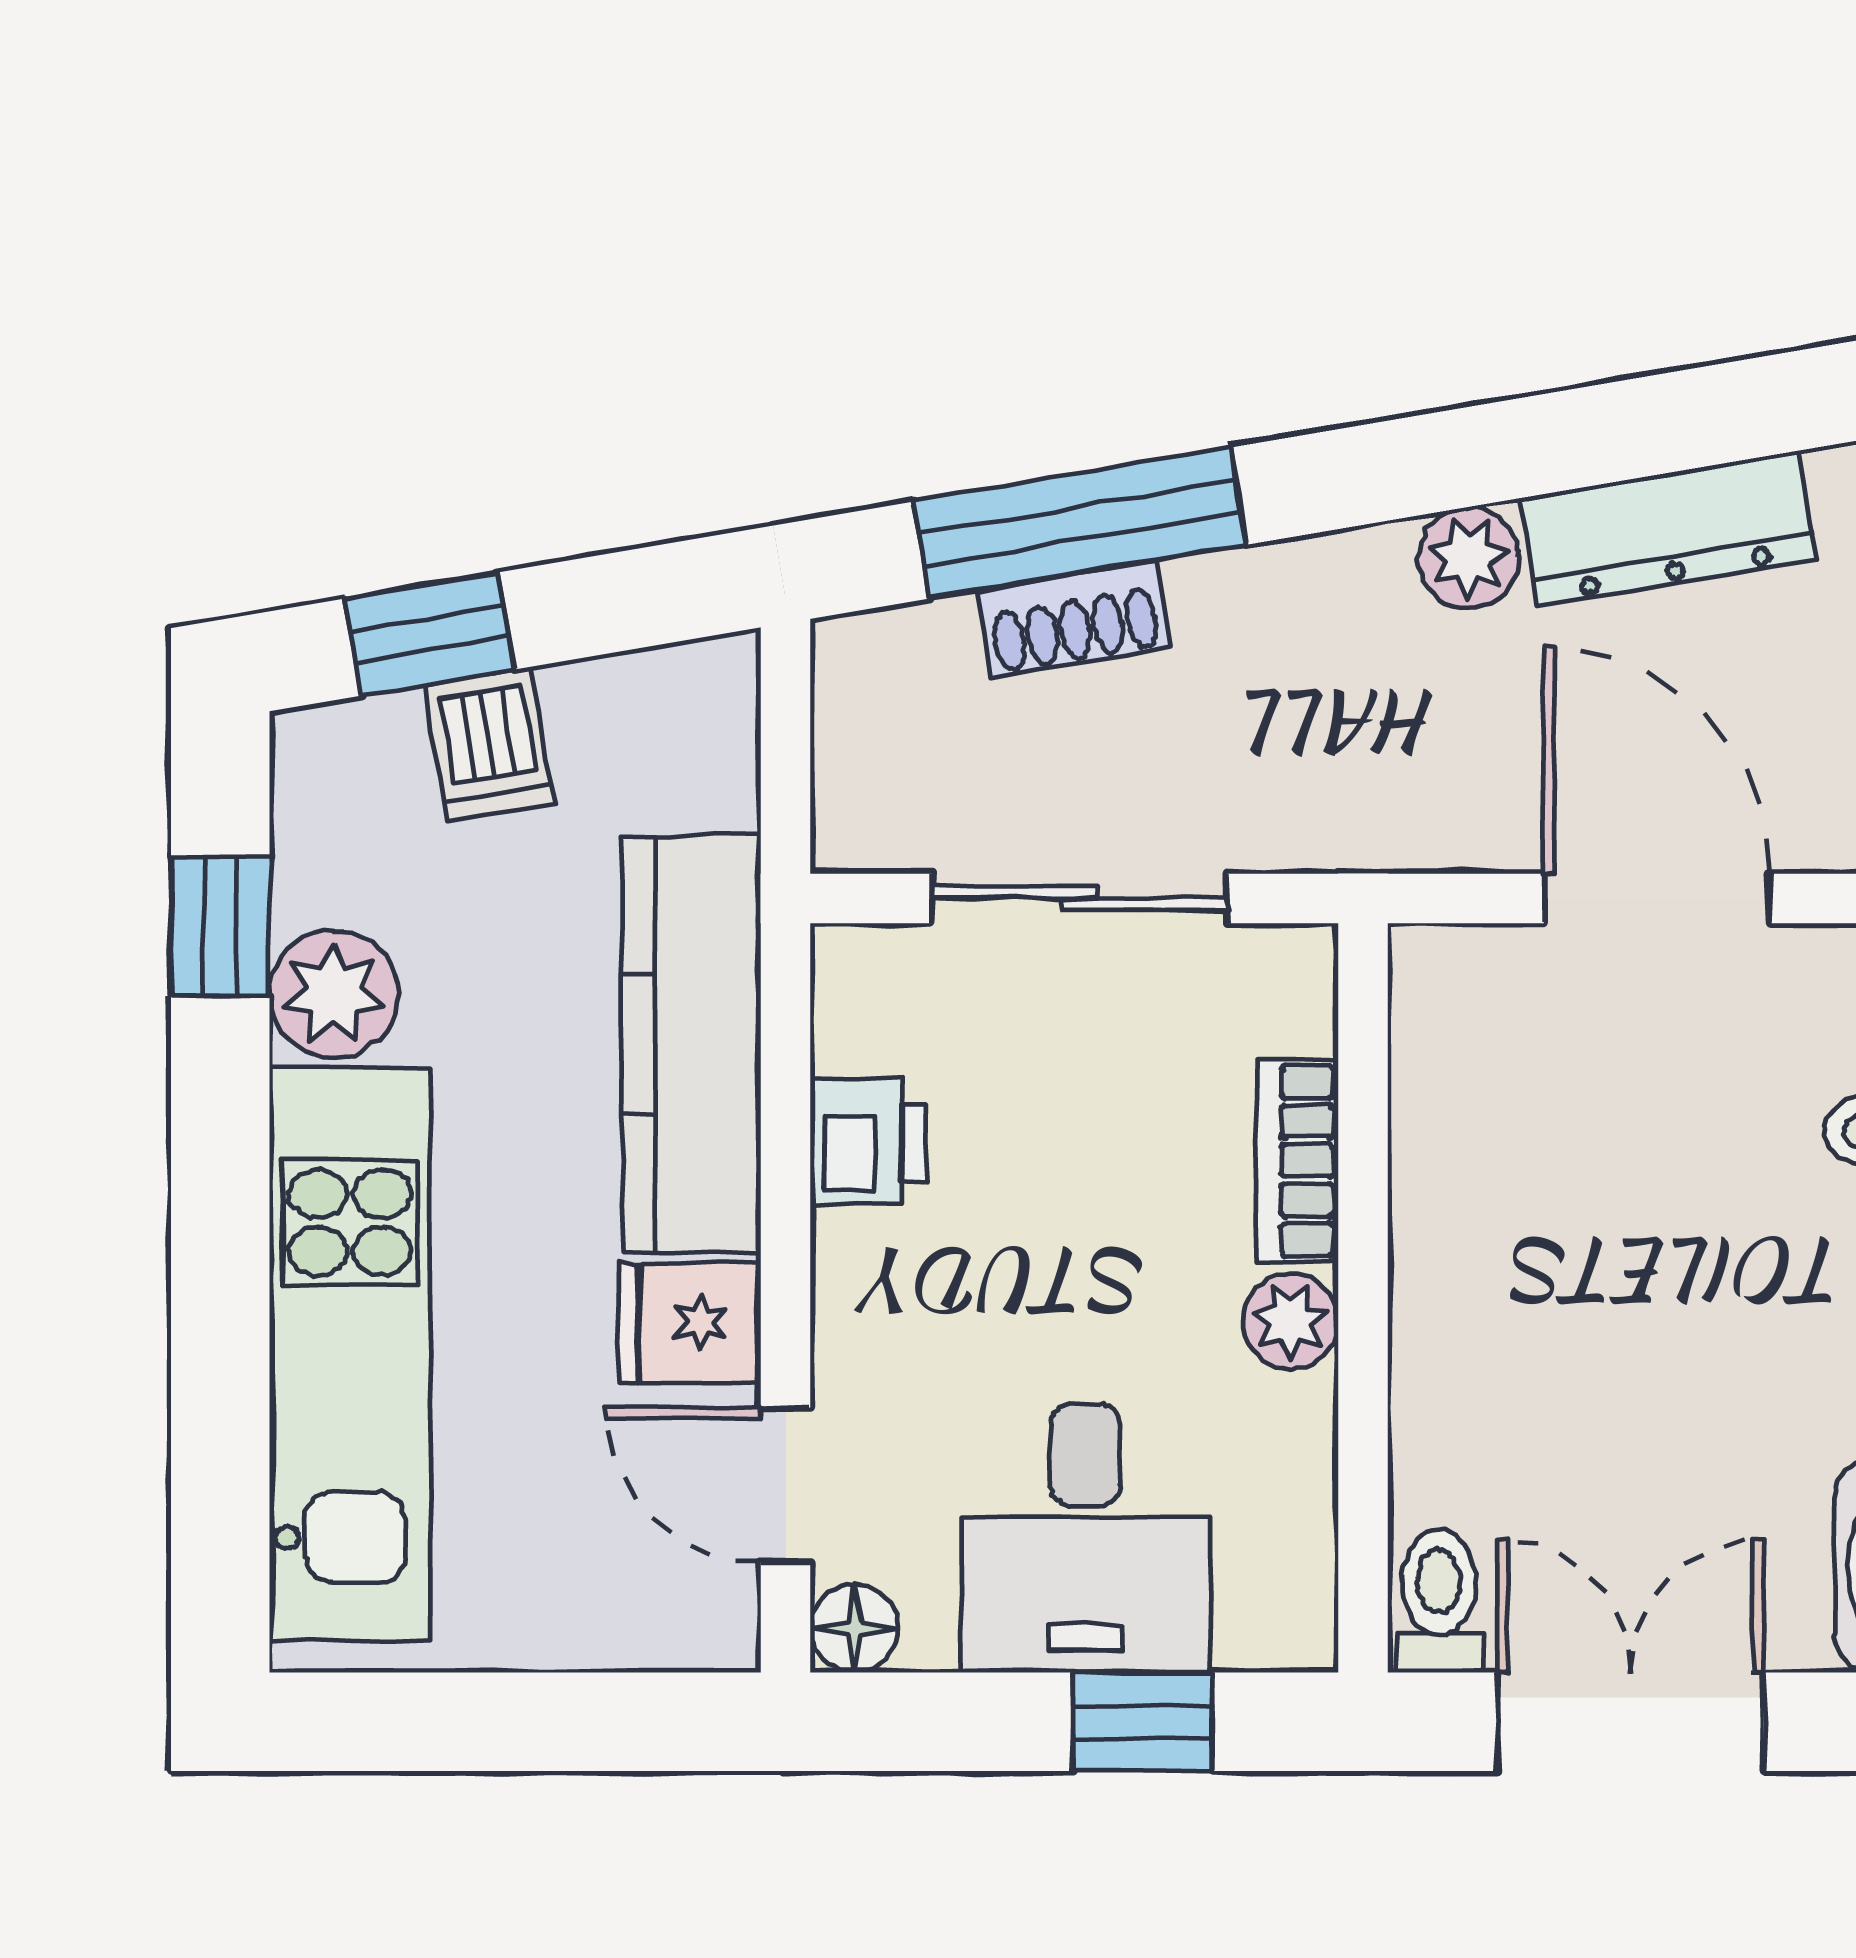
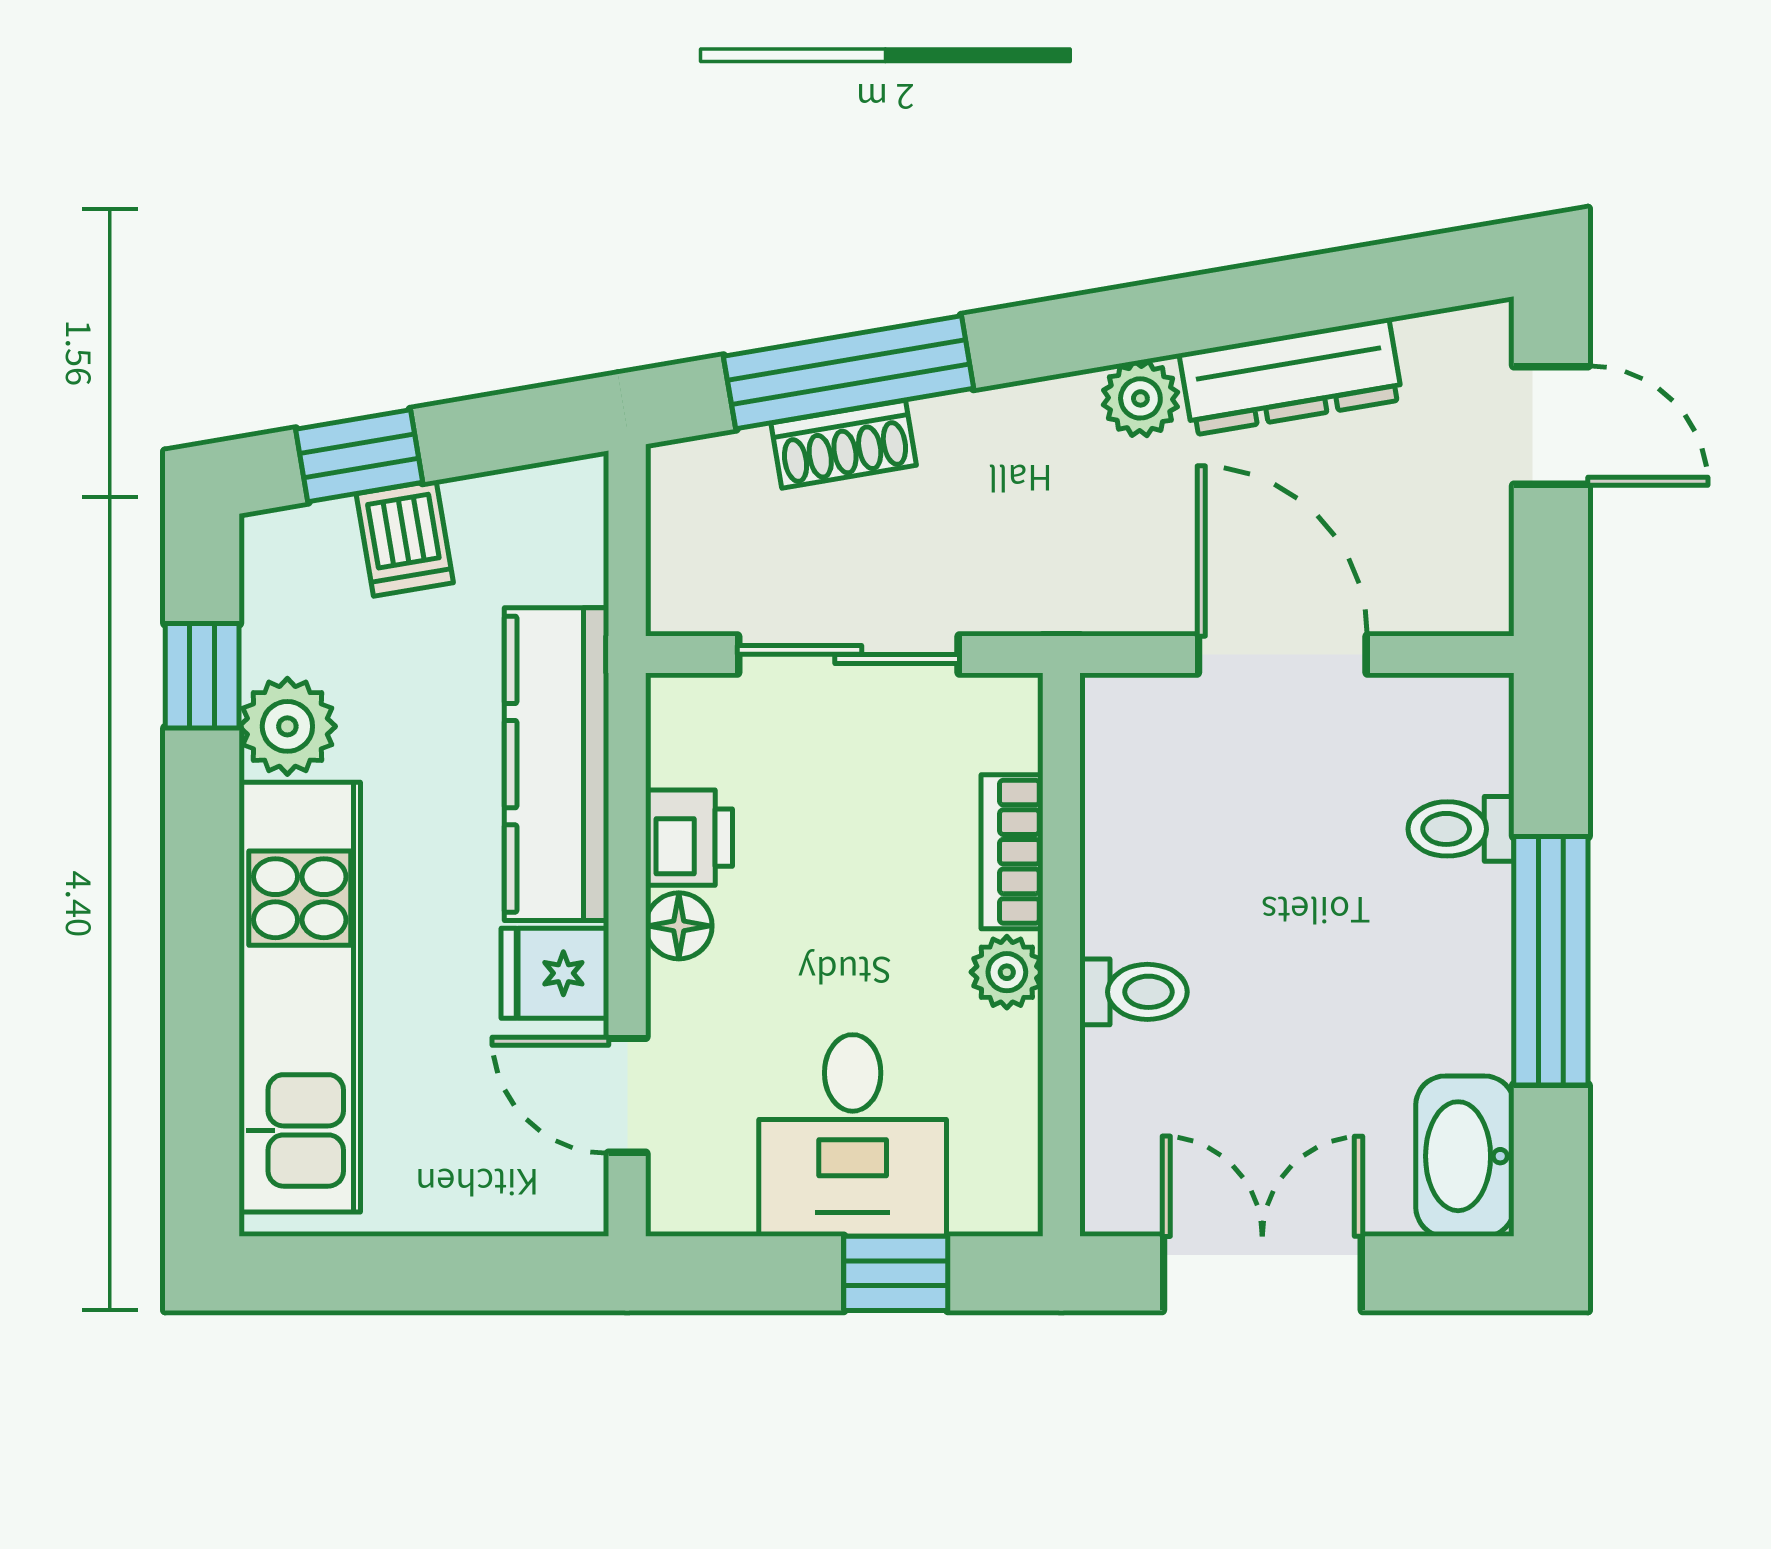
toilet: (1439, 1601) -> (1133, 992), moved, turned 90
floor lamp: (854, 1628) -> (679, 926), moved

